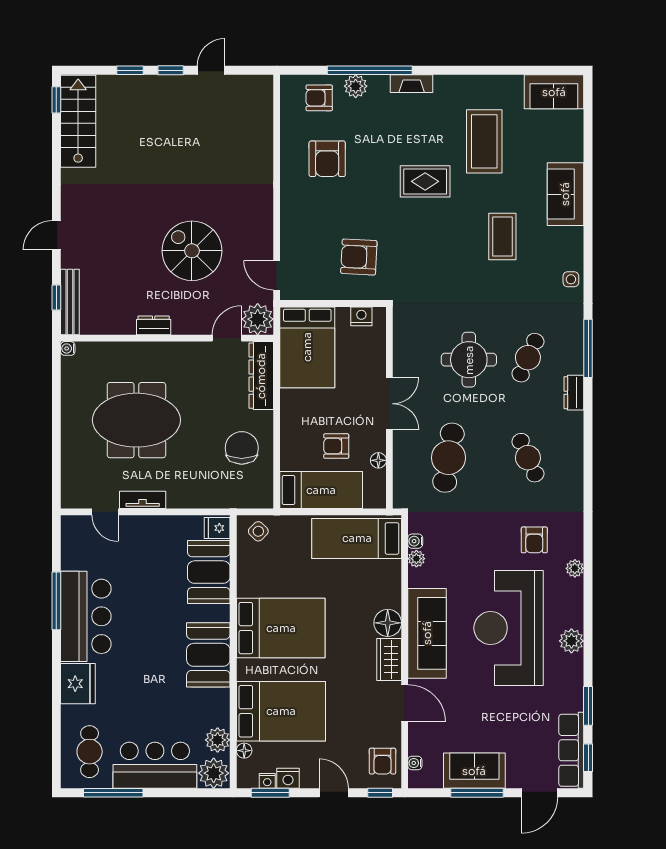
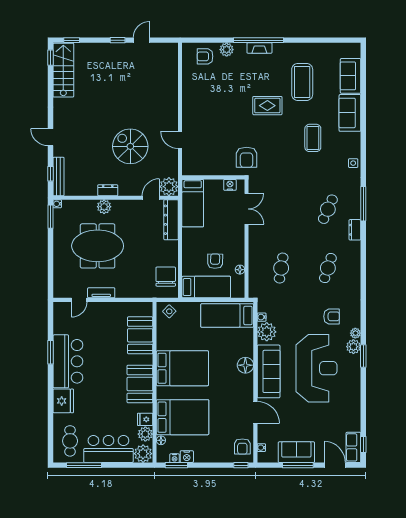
window: (130, 70) -> (72, 40), moved
window: (370, 70) -> (259, 40), moved
sofa: (554, 92) -> (351, 76), moved, turned 90
armchair: (327, 159) -> (210, 92), removed
door: (56, 235) -> (51, 137), hinge flipped
armchair: (359, 257) -> (247, 157), moved, turned -93
door: (277, 275) -> (180, 140), moved
bed: (307, 347) -> (193, 203), width x0.67
plant: (147, 353) -> (104, 207), added
round table: (469, 360) -> (293, 210), removed
window: (56, 370) -> (51, 217), added
double door: (389, 404) -> (246, 209), moved
armchair: (336, 446) -> (215, 261), turned 91
chair: (242, 448) -> (166, 277), moved
cafe table: (448, 458) -> (281, 268), width x0.73, depth x0.74
cafe table: (528, 458) -> (328, 268), turned 42
door: (105, 512) -> (79, 300), hinge flipped
fridge: (217, 528) -> (145, 419), moved
armchair: (534, 540) -> (332, 316), turned -90
plant: (416, 559) -> (267, 332), width x1.88, depth x1.88
window: (56, 601) -> (51, 352), width x0.69
reception desk: (509, 628) -> (316, 368), turned 180
plant: (571, 641) -> (353, 347), moved
wardrobe: (389, 660) -> (246, 387), removed
window: (588, 706) -> (363, 356), moved
row of seats: (571, 750) -> (353, 447), width x0.68
door: (334, 793) -> (214, 465), removed
door: (539, 793) -> (335, 465), swing flipped

